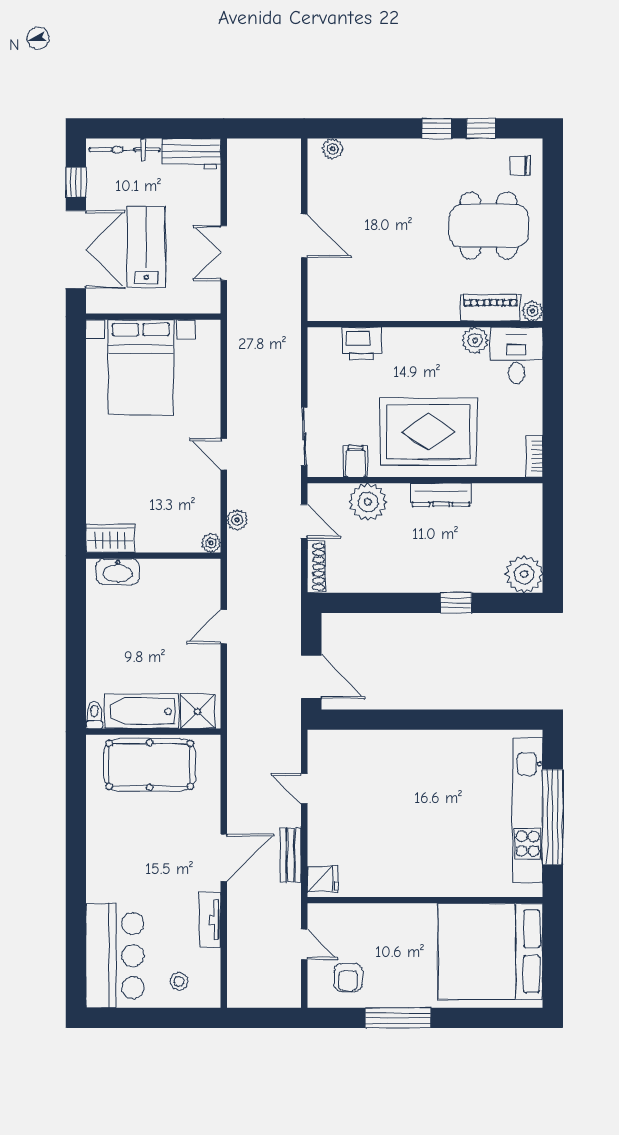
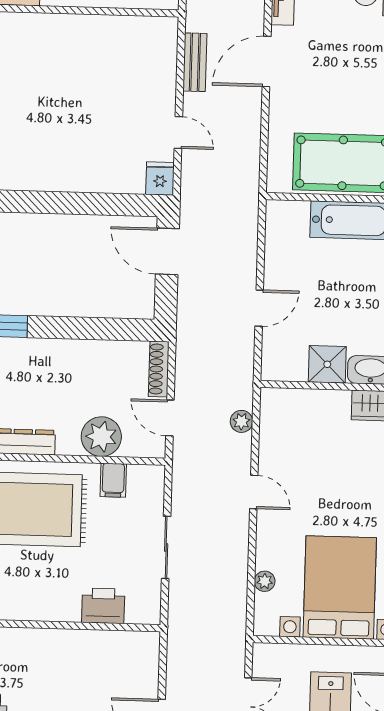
sliding door: (304, 436) -> (166, 547), moved
plant: (211, 543) -> (265, 581), moved
shower: (197, 711) -> (327, 364), moved
fridge: (323, 879) -> (160, 179), moved, turned 90

